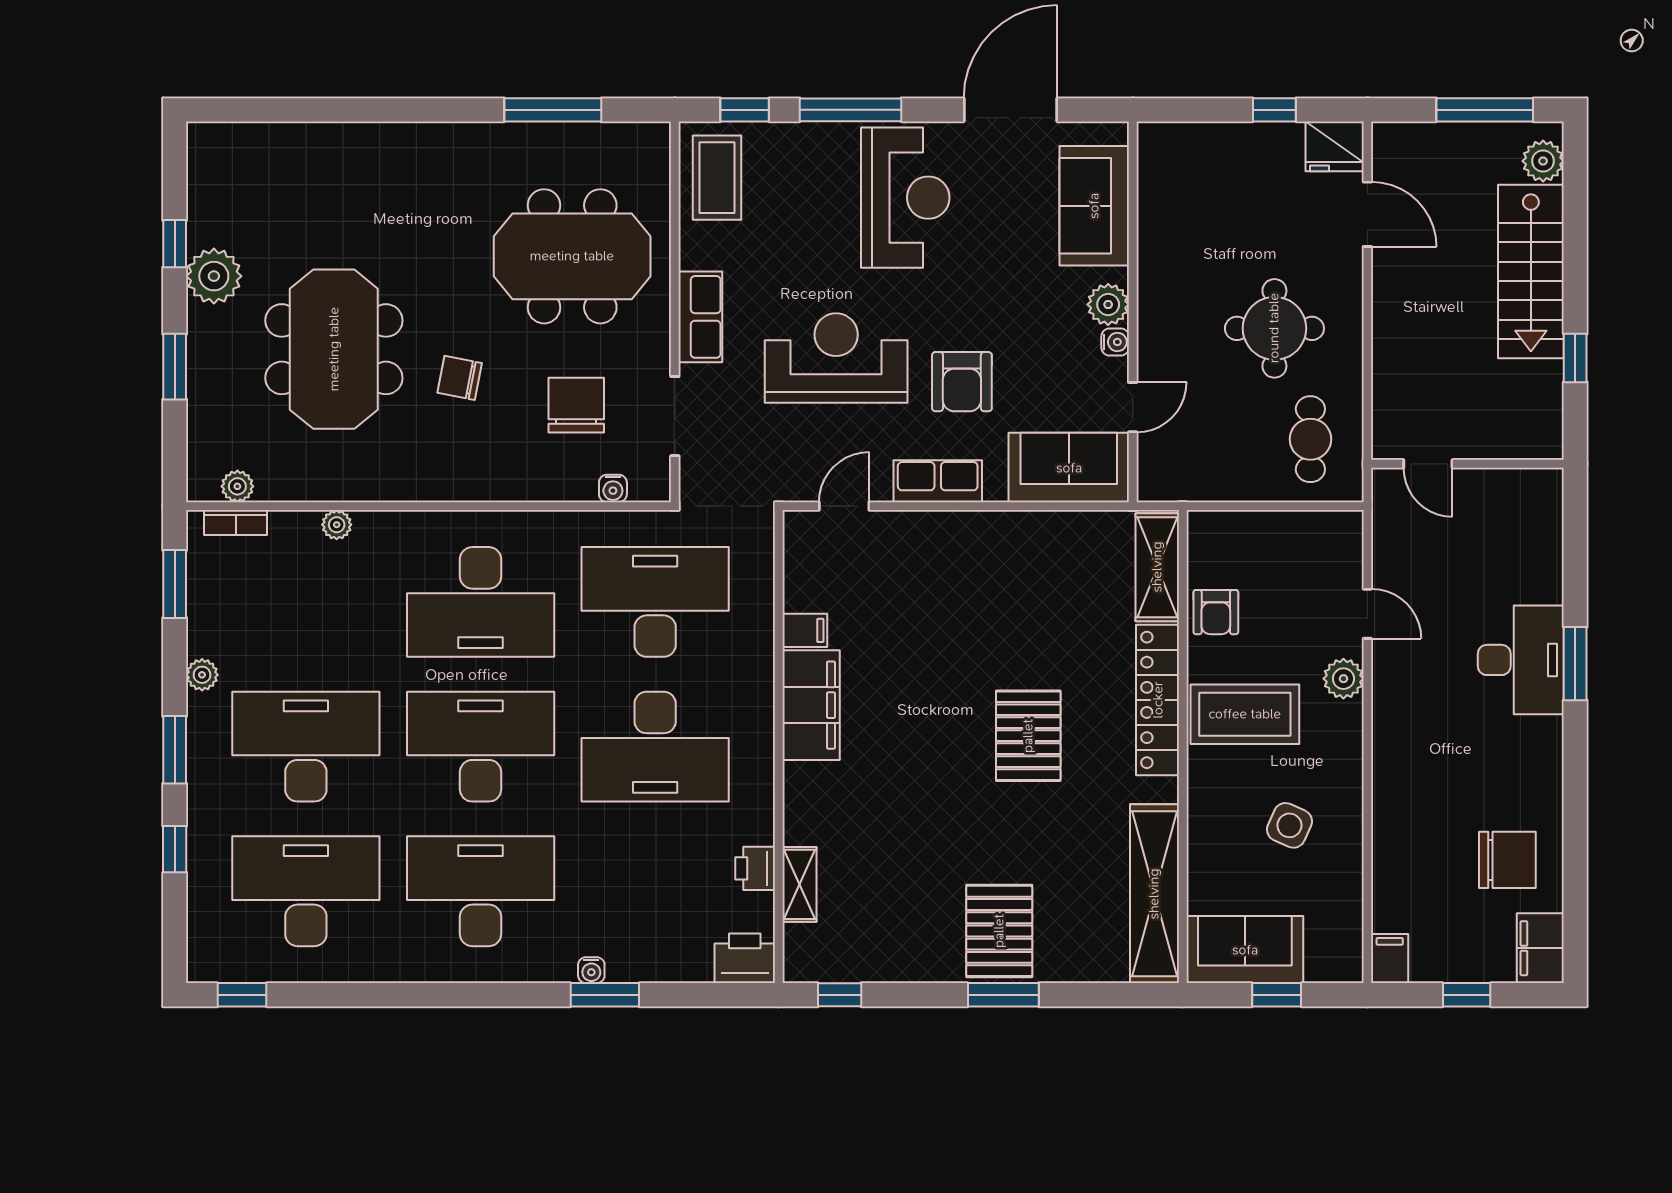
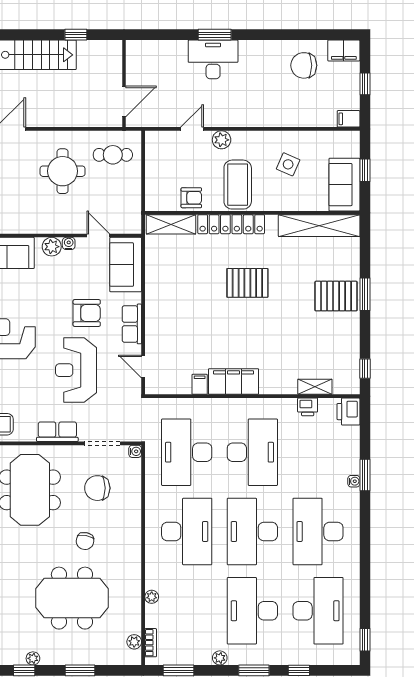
plant: (214, 276) -> (33, 658), width x0.53, depth x0.53
door: (1428, 464) -> (124, 101), width x1.38
water cooler: (613, 488) -> (135, 451), moved
chair: (1507, 860) -> (304, 65), turned -90
desk: (306, 891) -> (318, 611), turned 180

